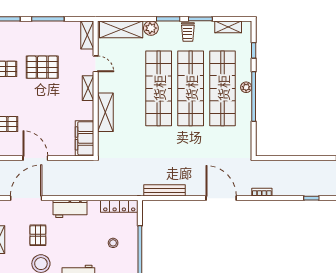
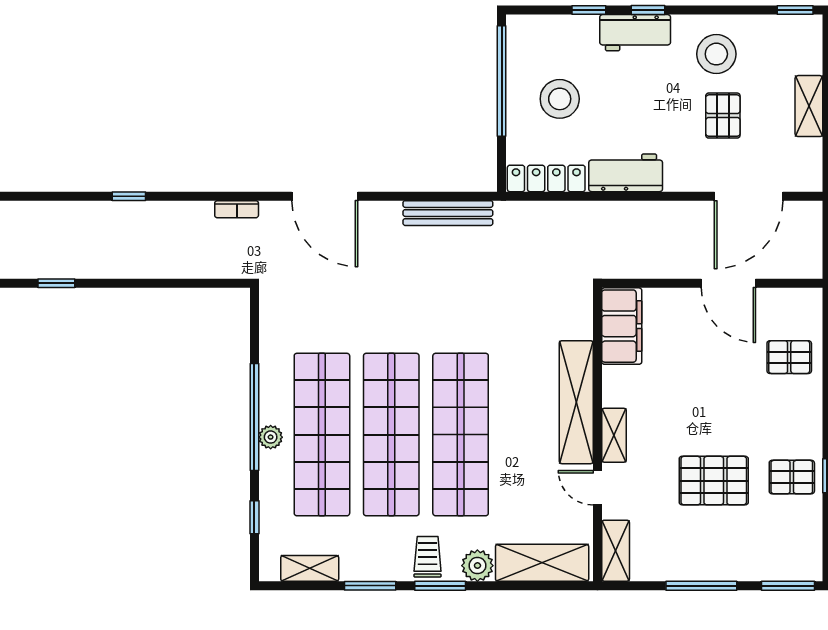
trolley: (188, 32) -> (428, 557), moved
shelving: (105, 112) -> (576, 402), width x1.47
workbench: (70, 209) -> (626, 173), moved
stool: (113, 243) -> (560, 99), width x1.89, depth x1.89

